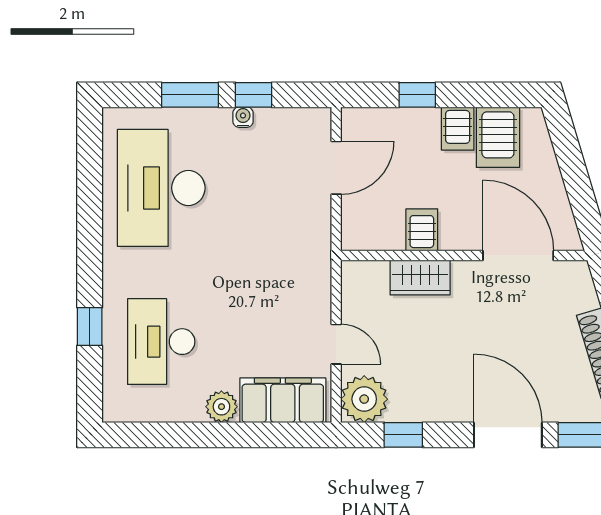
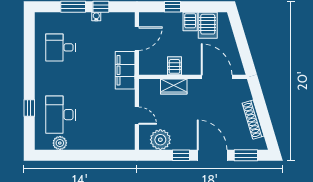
desk: (161, 188) -> (61, 47), width x0.53, depth x0.77
plant: (364, 399) -> (160, 140), moved
filing cabinet: (283, 400) -> (125, 70), moved, turned -90
plant: (221, 407) -> (60, 143), moved
window: (403, 435) -> (181, 155), moved

